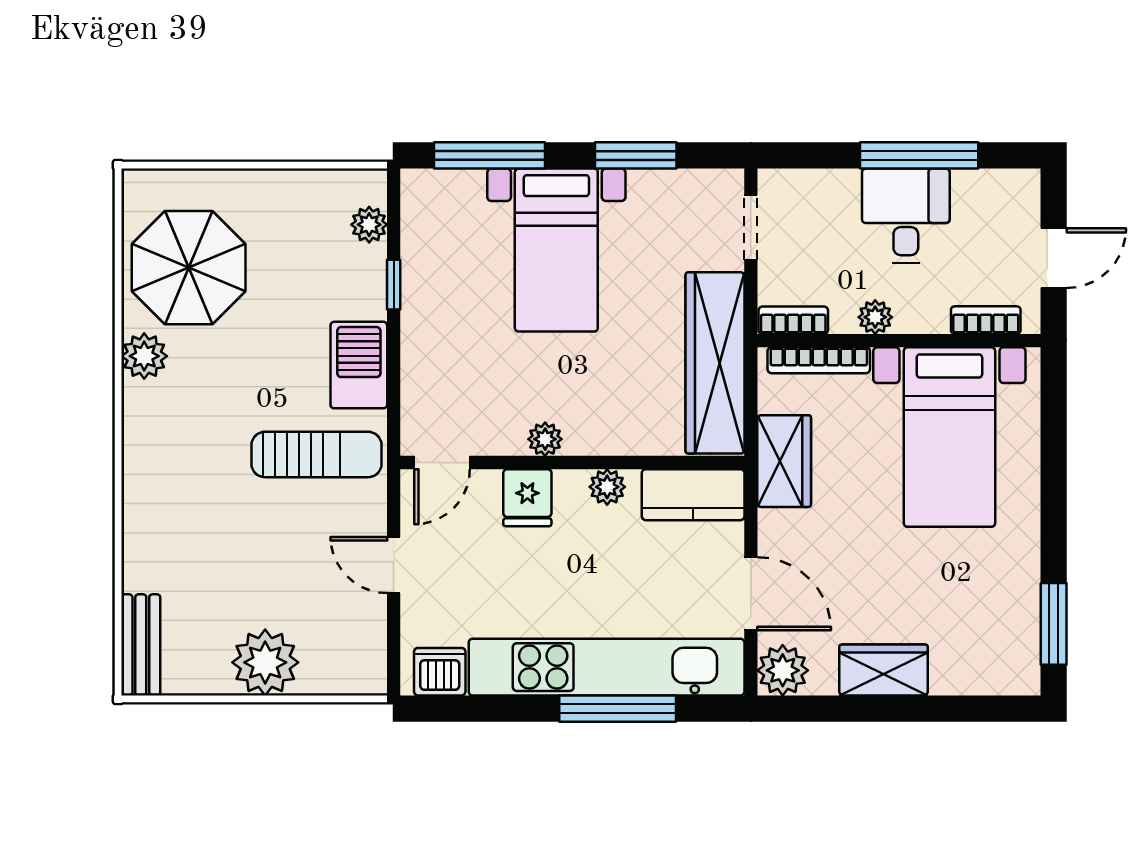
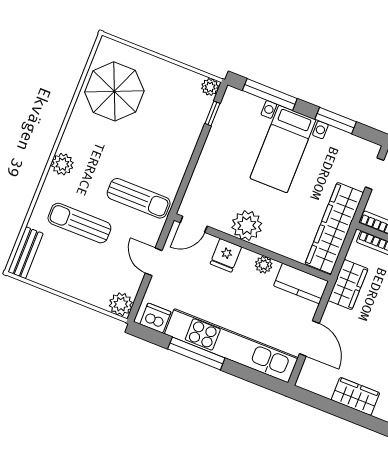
plant: (369, 225) -> (210, 87), moved
window: (394, 285) -> (212, 113), moved
plant: (144, 356) -> (62, 164), moved
barbecue: (359, 365) -> (174, 166), removed
plant: (545, 439) -> (247, 225), width x1.87, depth x1.87
sun lounger: (222, 547) -> (79, 223), added
plant: (265, 662) -> (121, 304), moved, width x0.73, depth x0.73
plant: (783, 670) -> (310, 379), removed
window: (618, 709) -> (196, 354), moved

